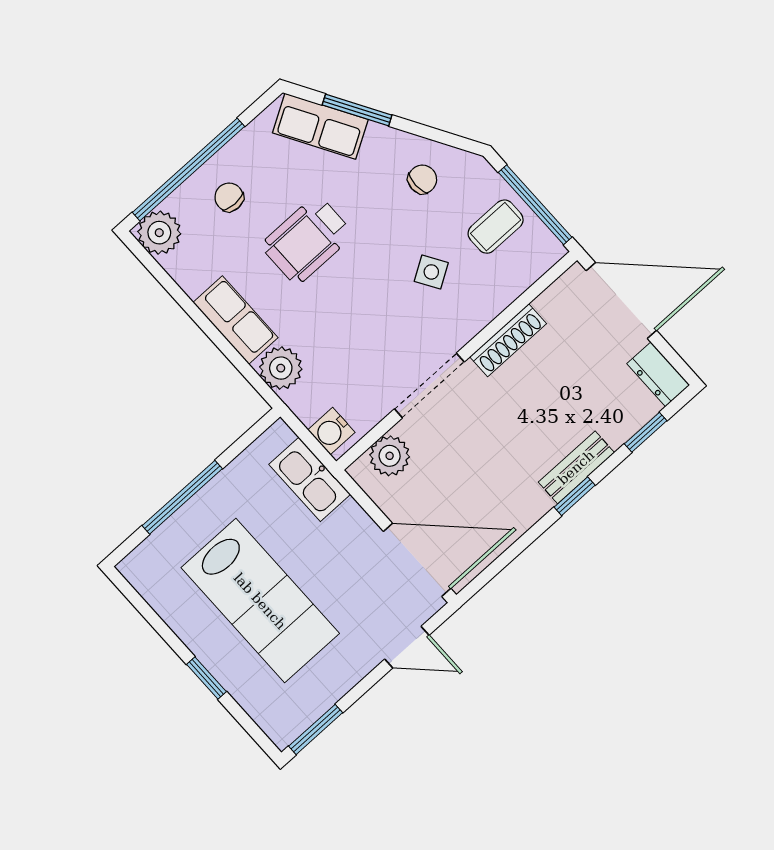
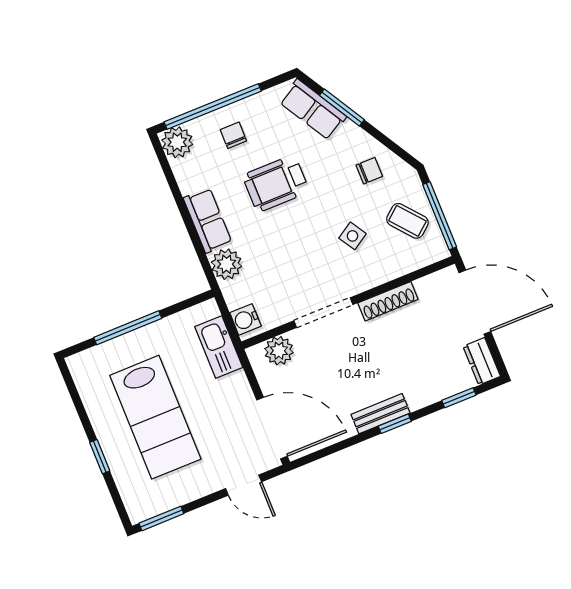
coffee table: (496, 227) -> (407, 221), turned 50
bench: (576, 467) -> (381, 414), moved

